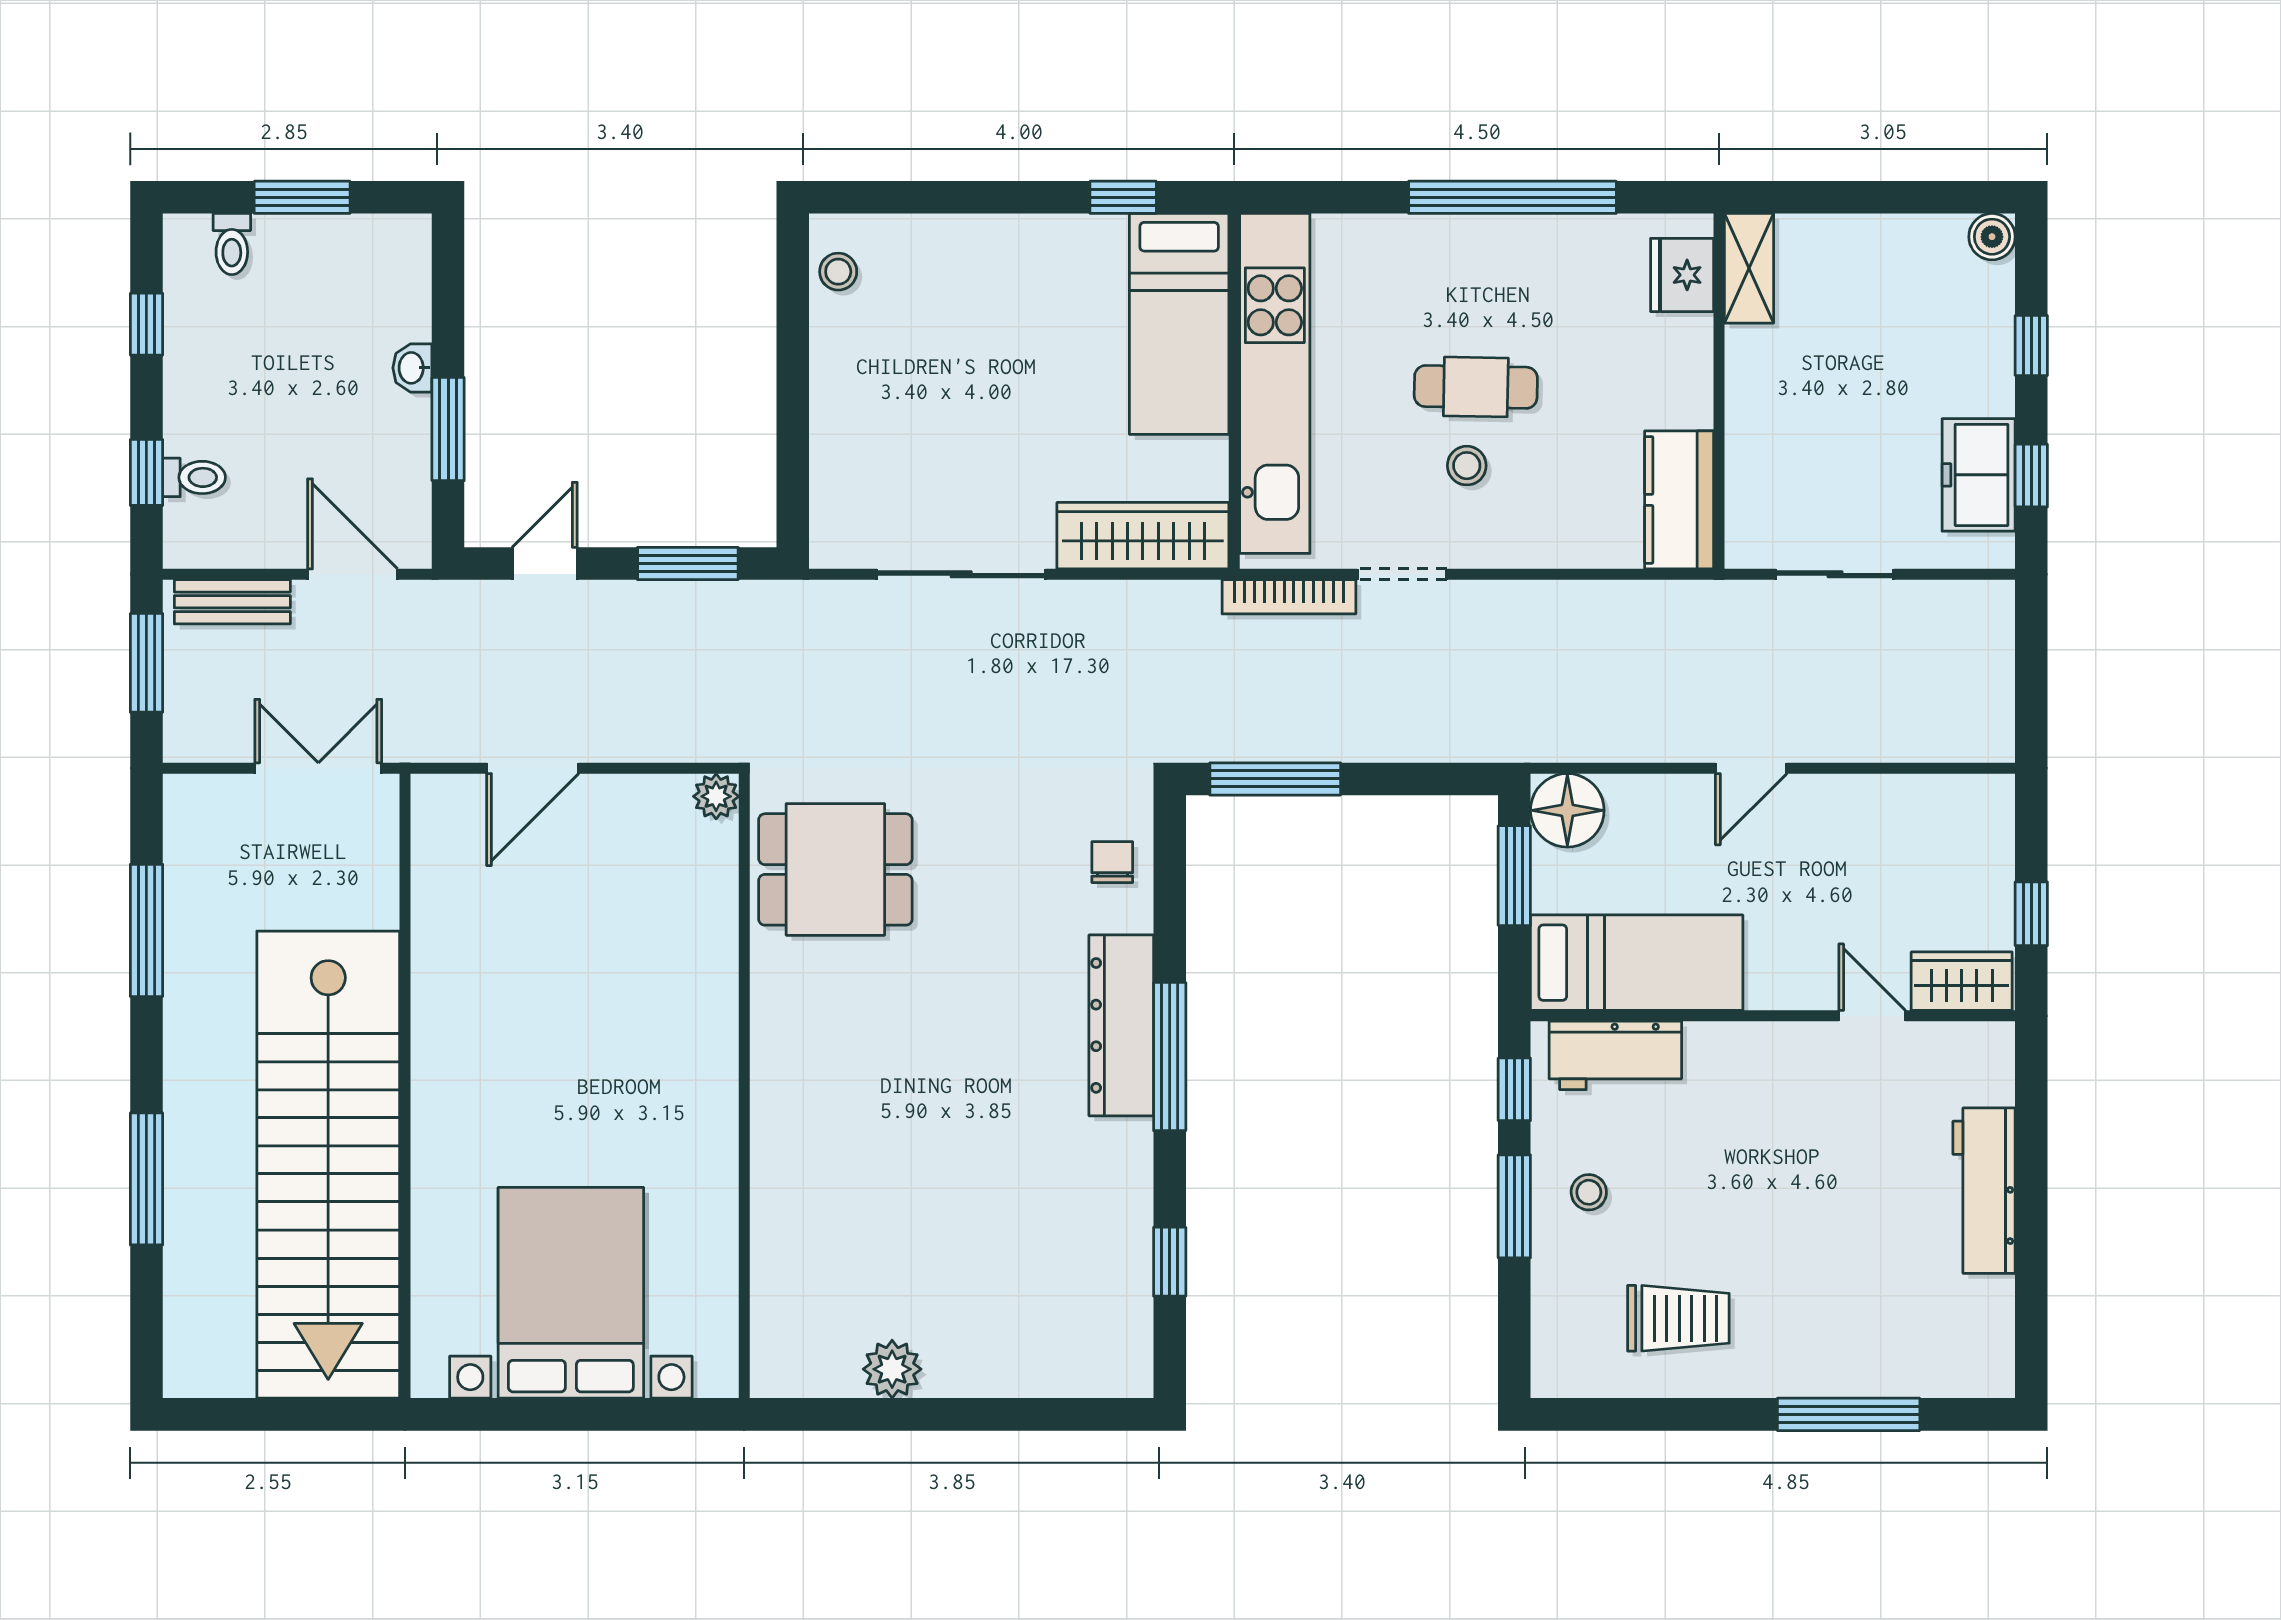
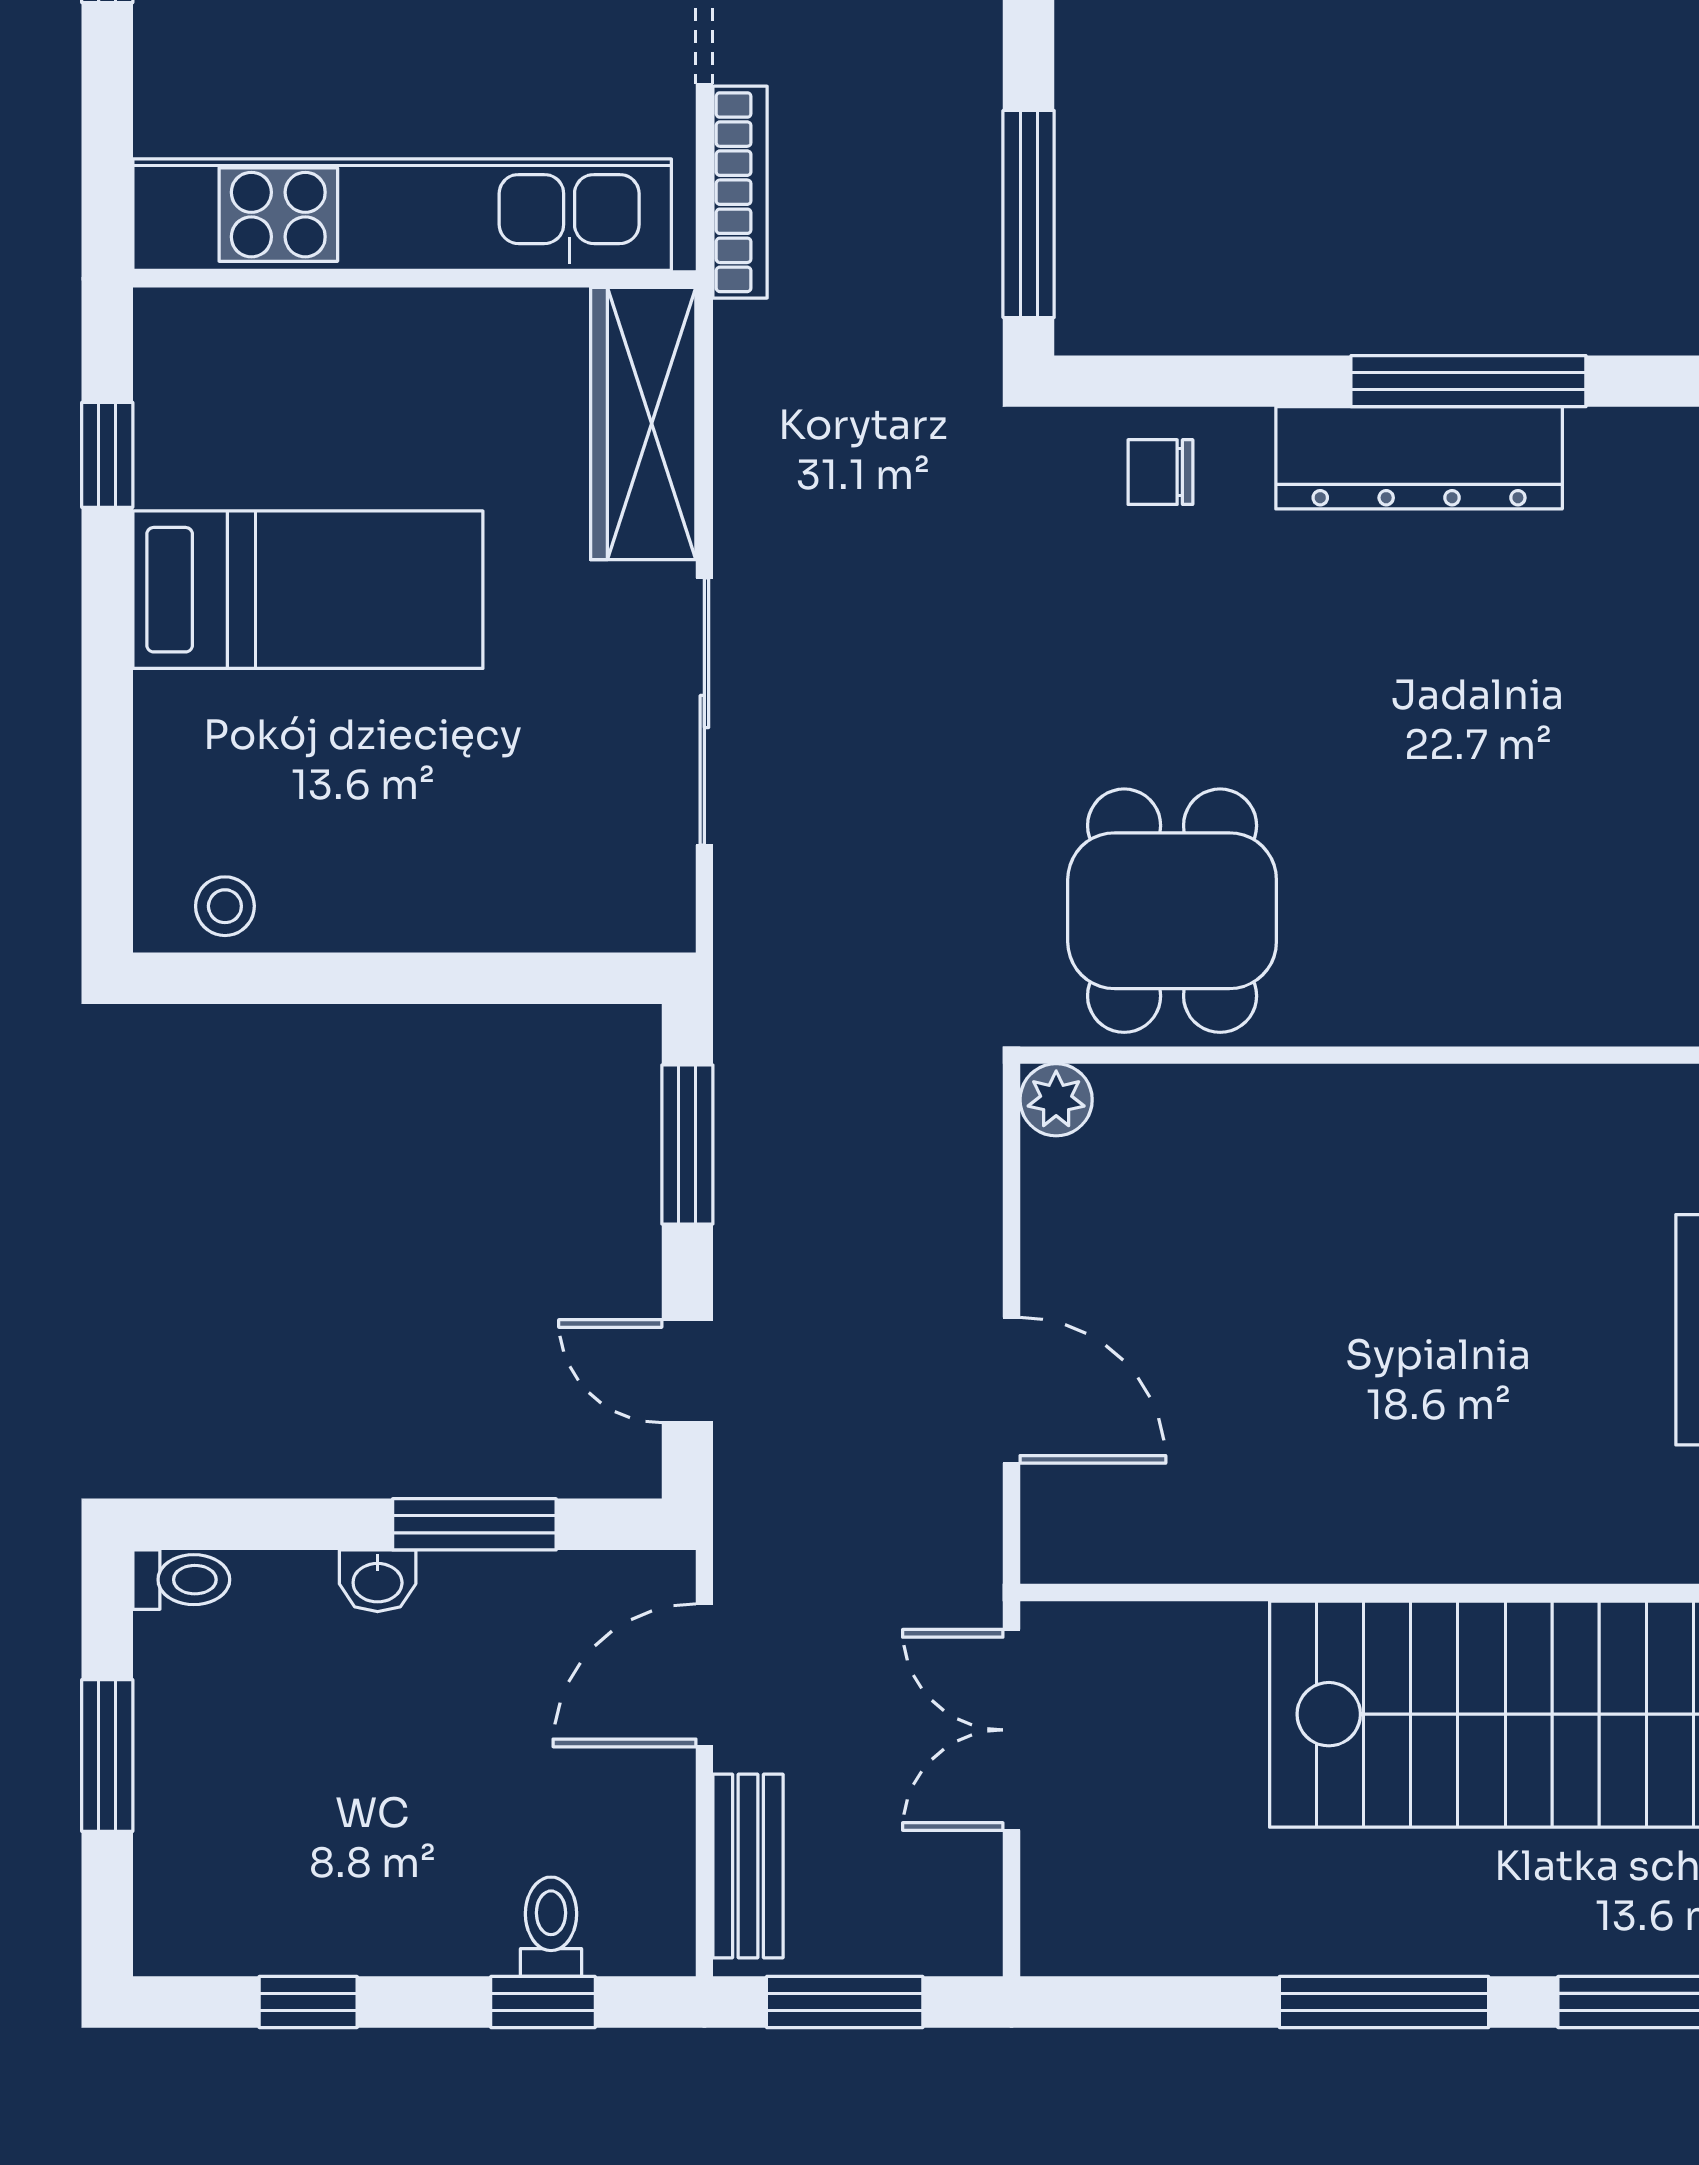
toilet: (232, 244) -> (181, 1580), moved
bed: (1179, 324) -> (308, 590), moved
window: (146, 930) -> (1384, 2002), moved

